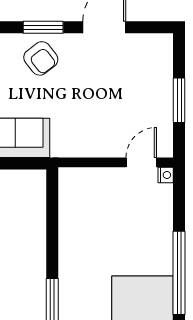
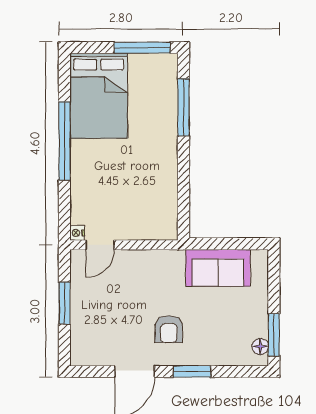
armchair: (41, 58) -> (169, 329), moved, turned -141

